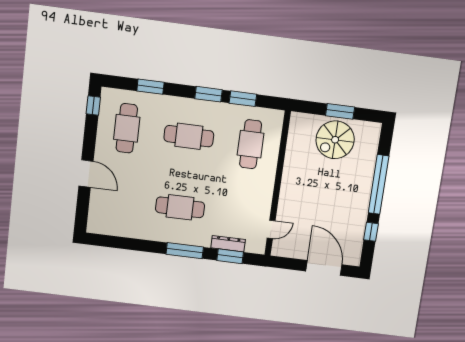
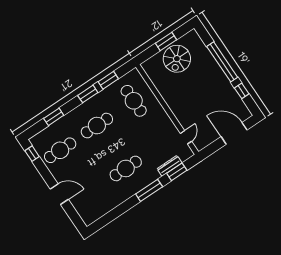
cafe table: (127, 128) -> (60, 150), turned 90

